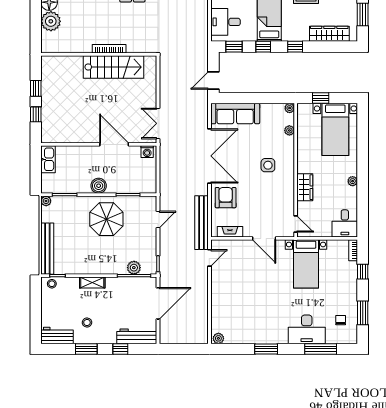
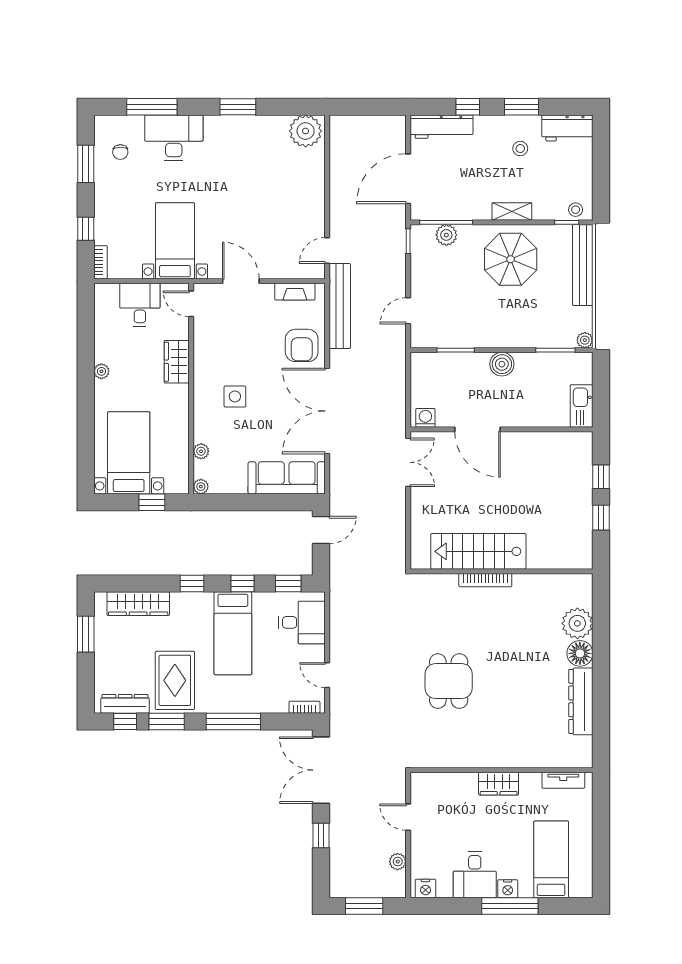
parasol: (106, 219) -> (511, 259), moved
desk: (345, 223) -> (140, 305), moved
plant: (218, 338) -> (306, 131), width x1.88, depth x1.88

